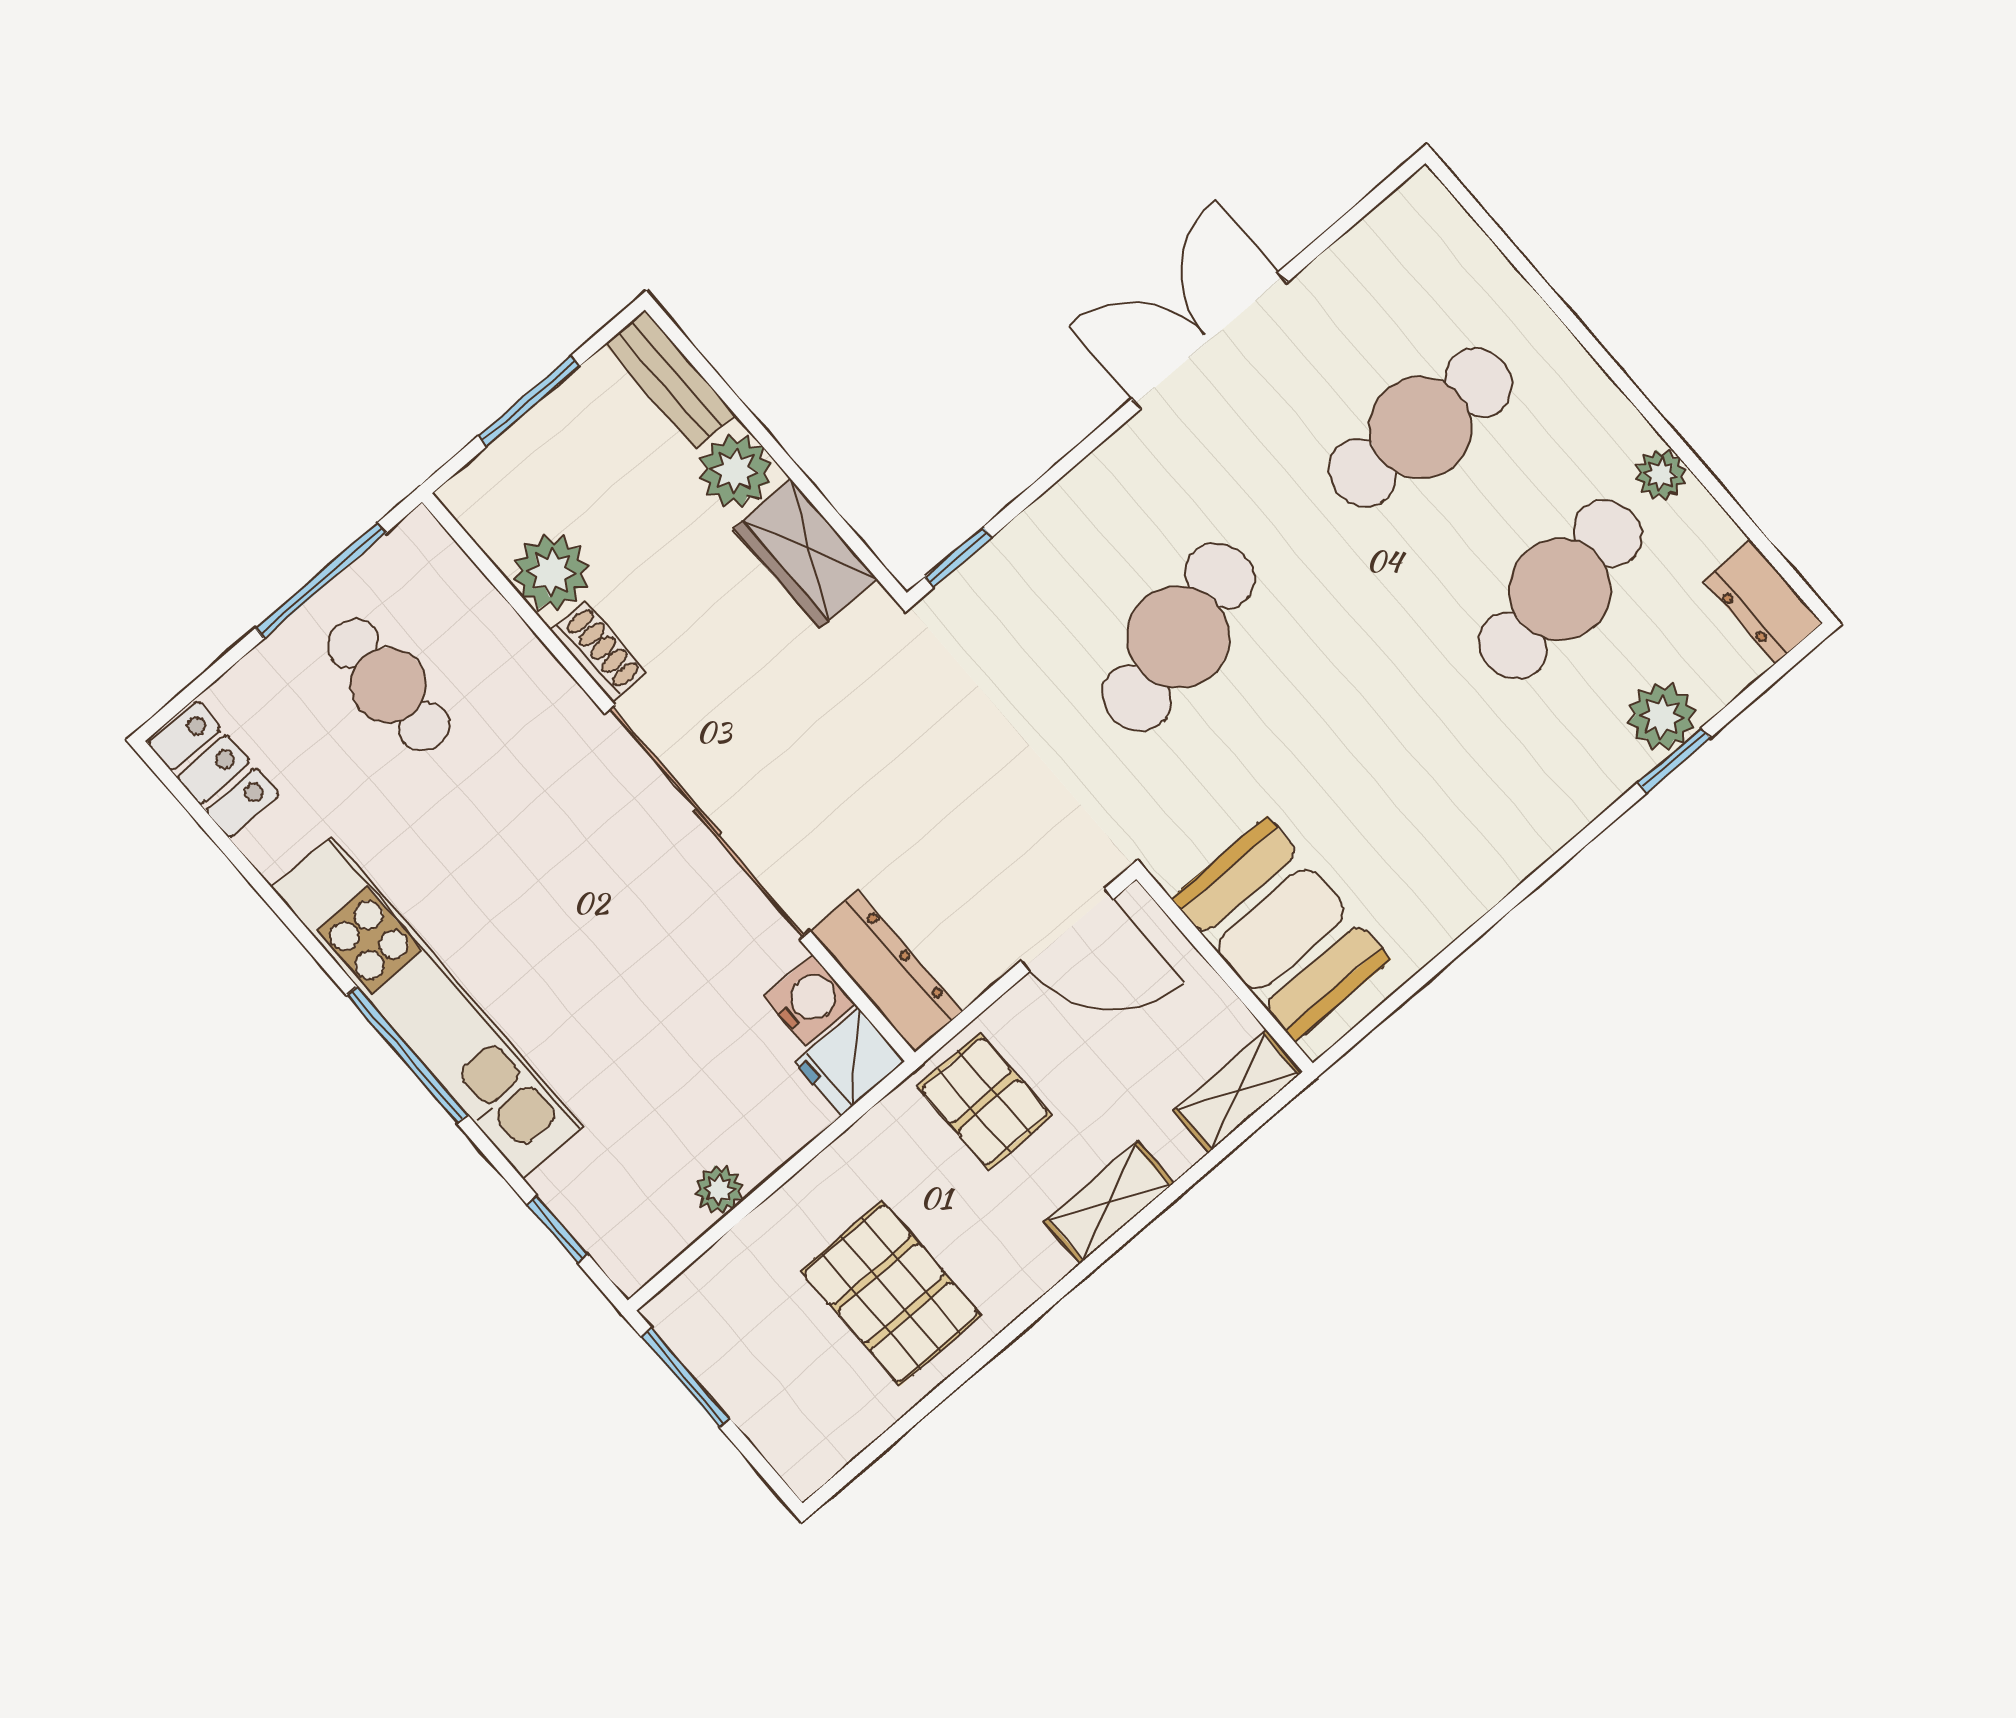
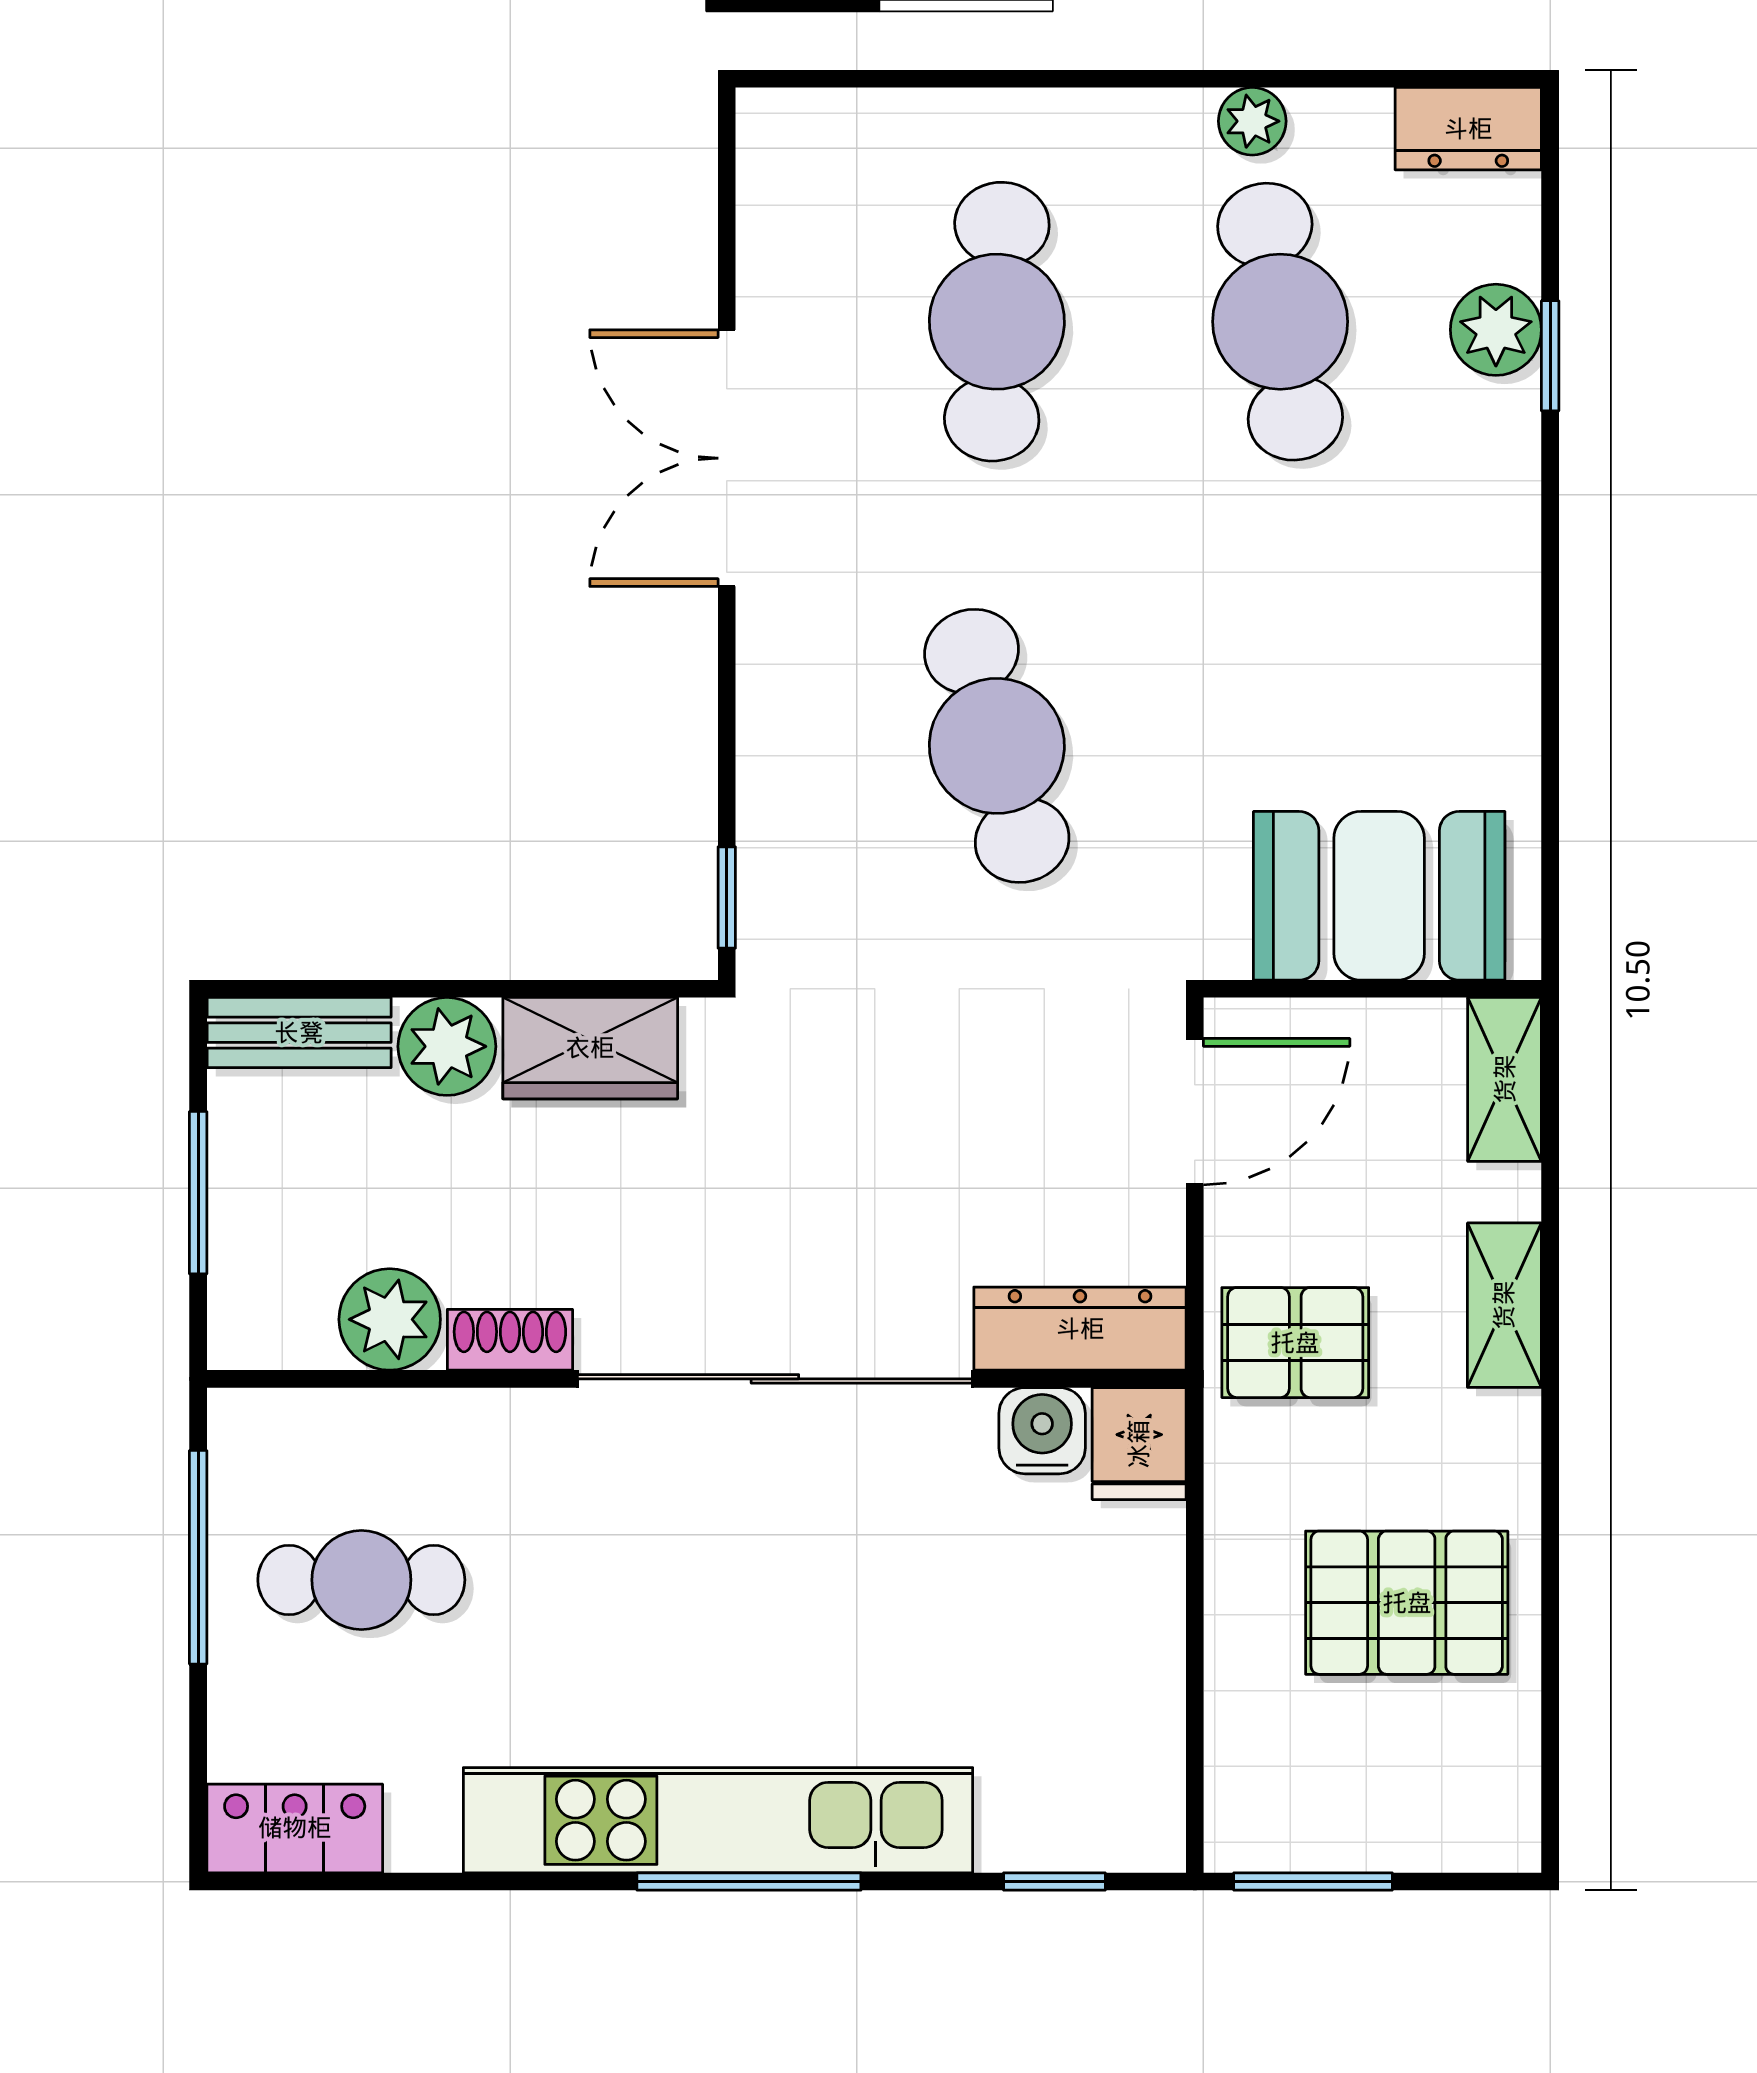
plant: (719, 1189) -> (1154, 1685), removed

